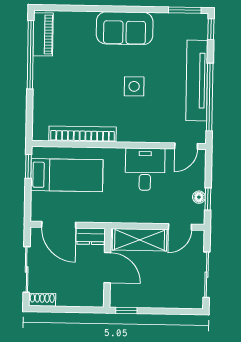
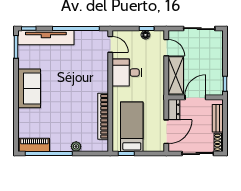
tv unit: (197, 81) -> (46, 38), moved
side table: (134, 86) -> (69, 81), removed
plant: (40, 94) -> (76, 146), added
bench: (77, 299) -> (218, 118), added

